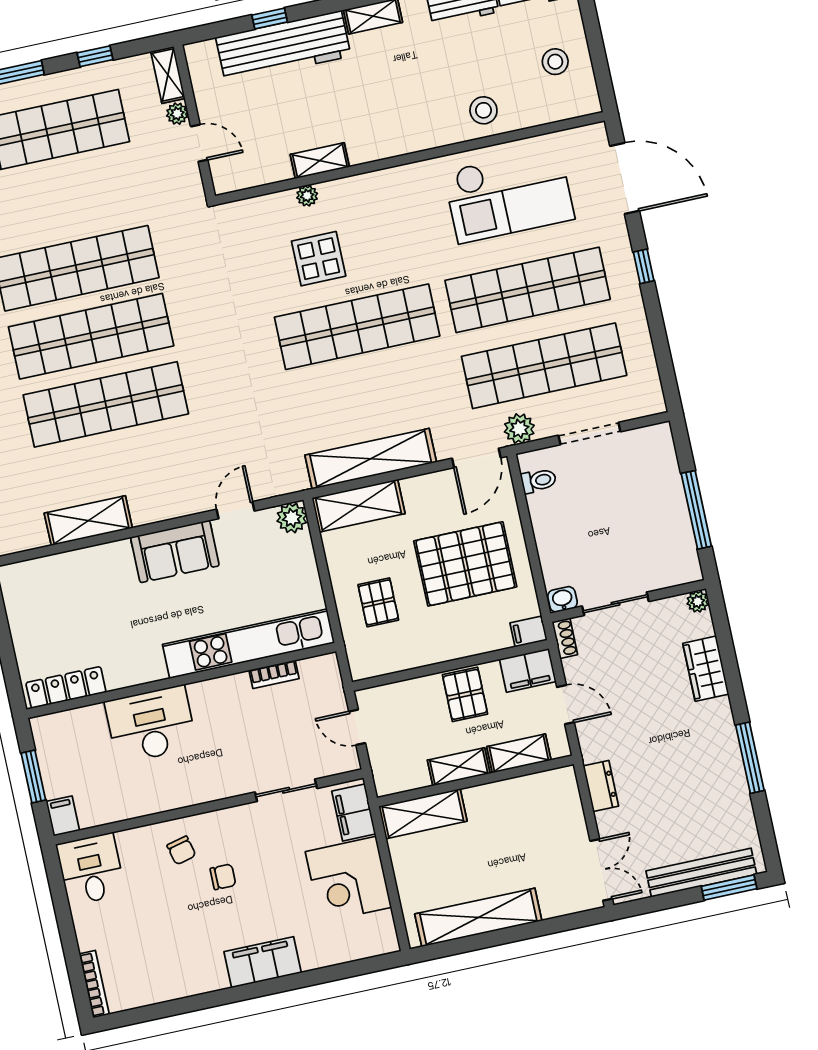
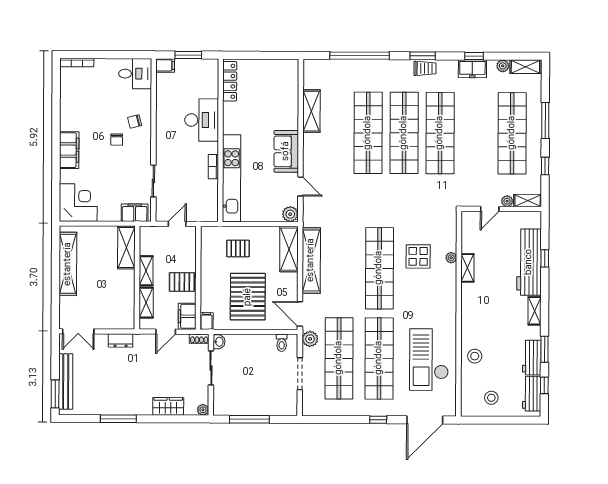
bookcase: (274, 674) -> (213, 167), moved
corner desk: (348, 879) -> (78, 203), moved, turned 90

